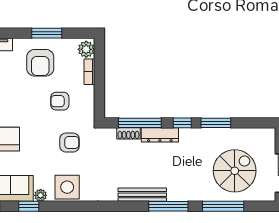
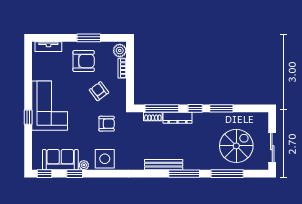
armchair: (40, 63) -> (84, 61), turned -90
armchair: (60, 101) -> (99, 91), turned 53

